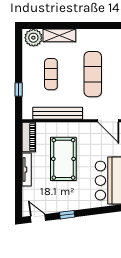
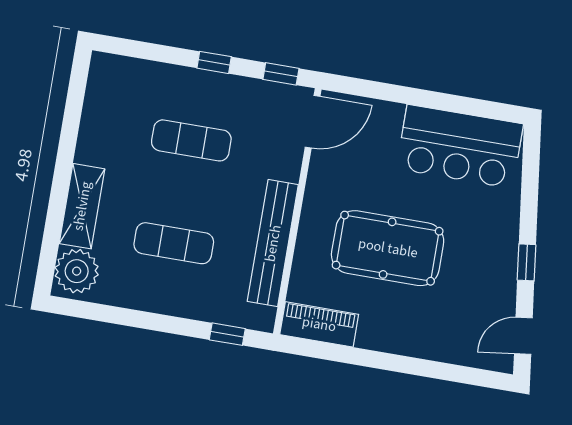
exercise mat: (93, 74) -> (191, 140), width x0.73, depth x0.69
window: (19, 90) -> (227, 334), moved
tv unit: (27, 169) -> (398, 343), removed

